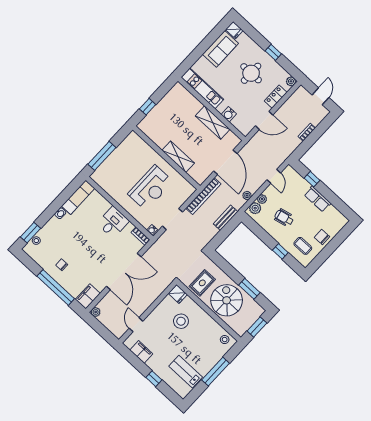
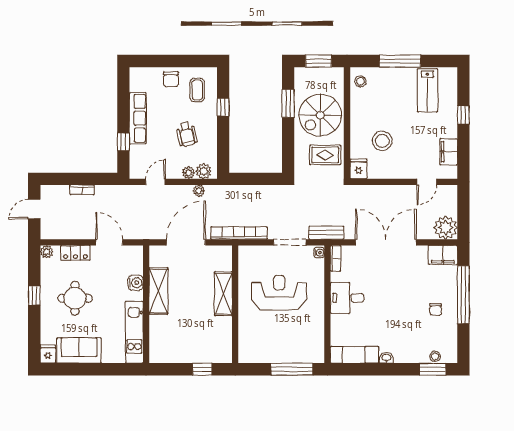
row of seats: (318, 199) -> (138, 118), width x1.48
bench: (225, 218) -> (326, 233), moved
plant: (96, 312) -> (446, 228), width x1.87, depth x1.87

